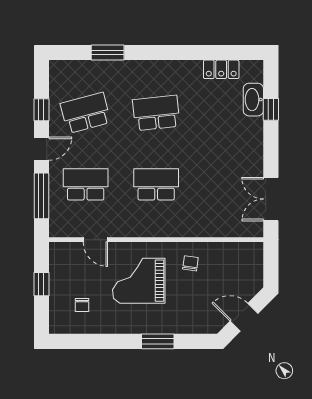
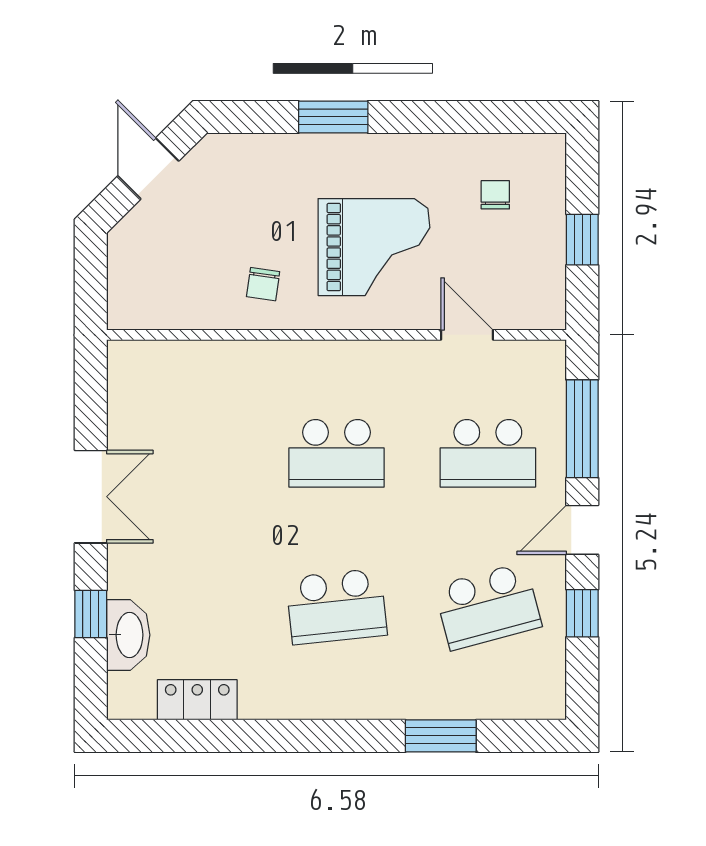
double door: (271, 199) -> (91, 497), moved
door: (244, 317) -> (148, 168), swing flipped

